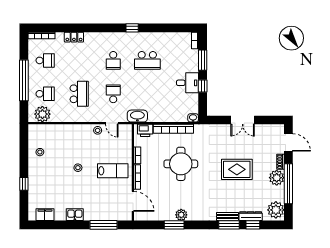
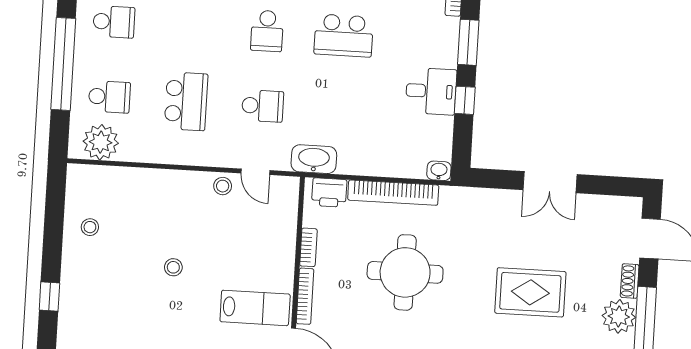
school desk: (113, 94) -> (263, 106), turned 90
lab bench: (113, 171) -> (255, 308), moved

